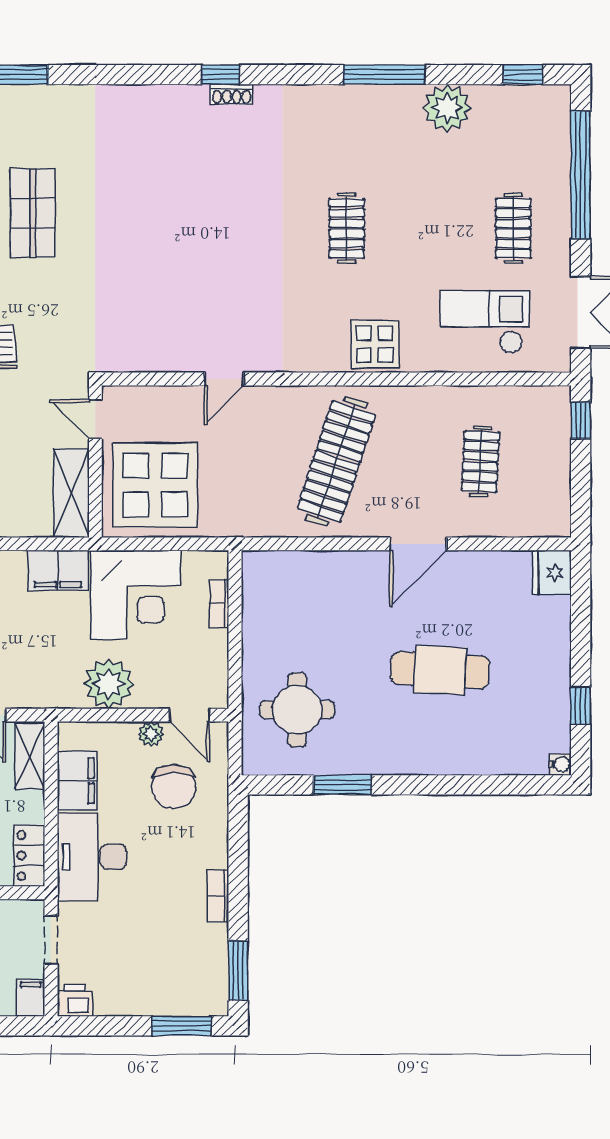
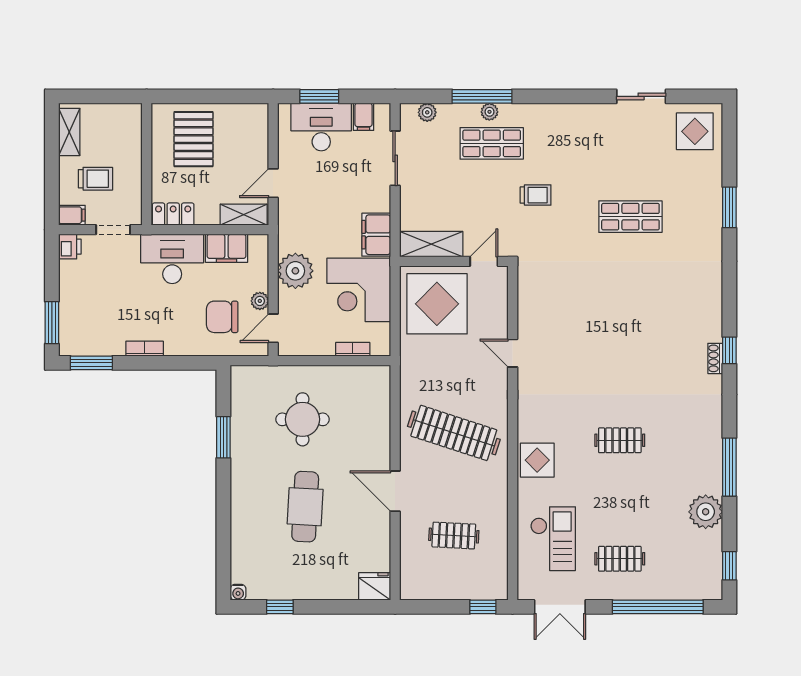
round table: (297, 710) -> (303, 419), moved

